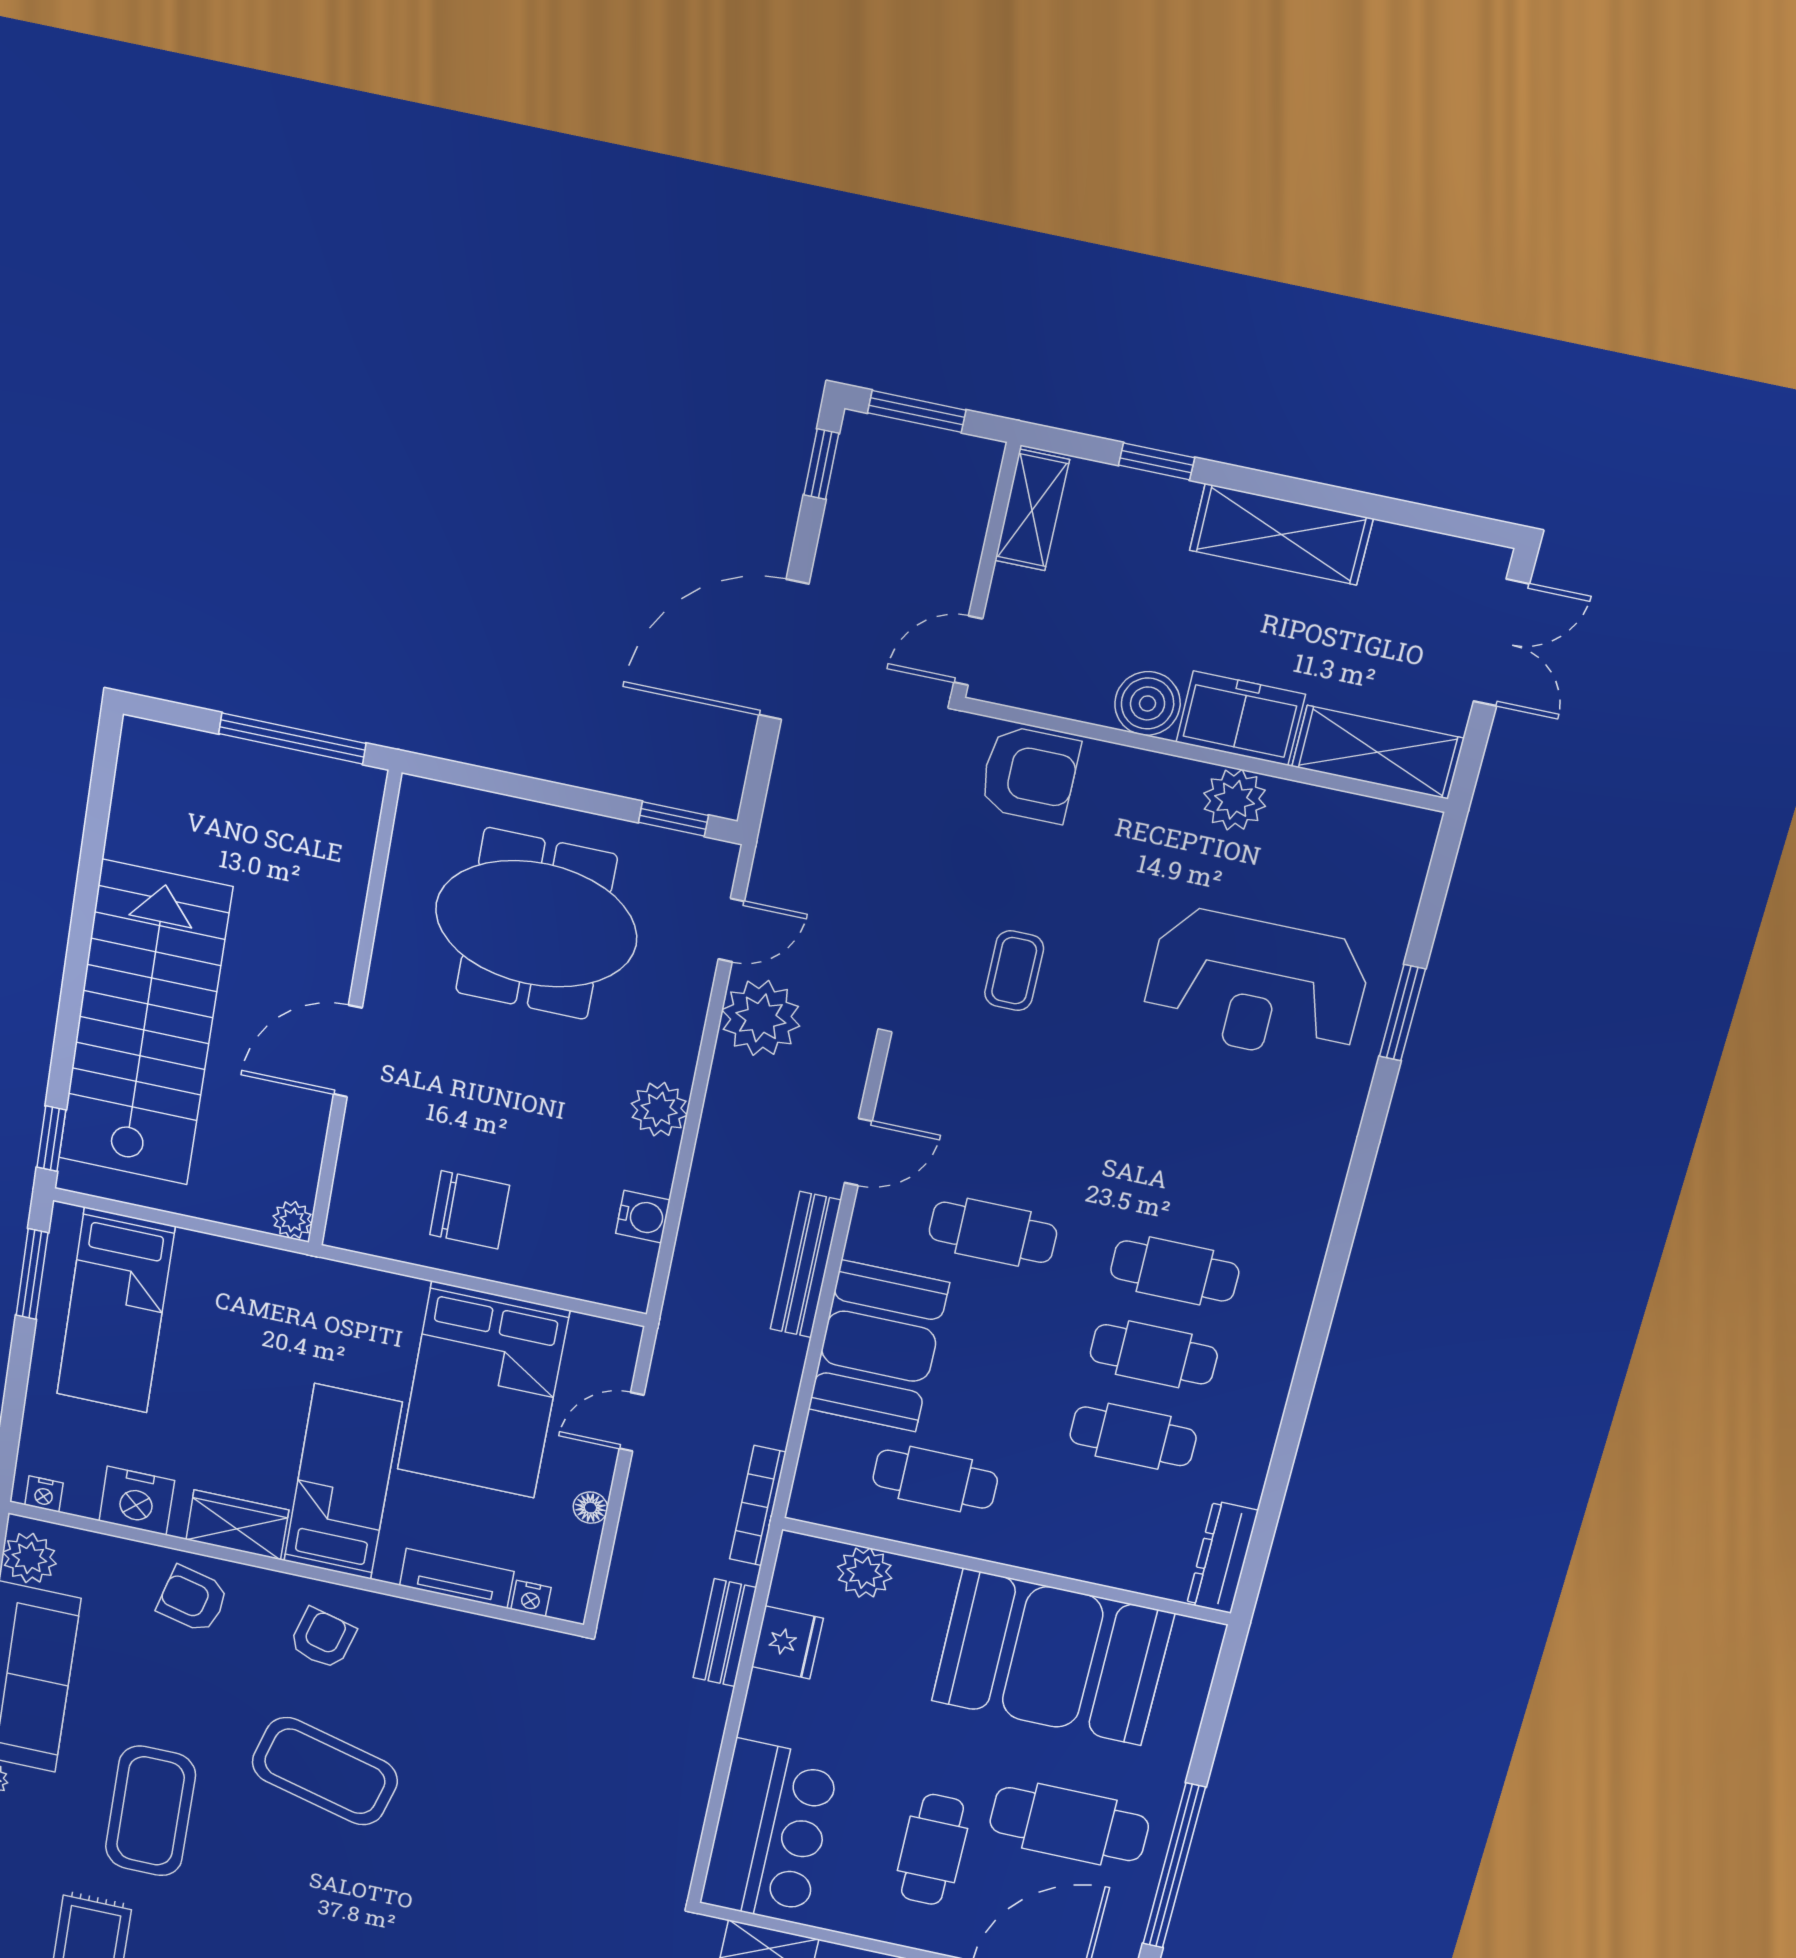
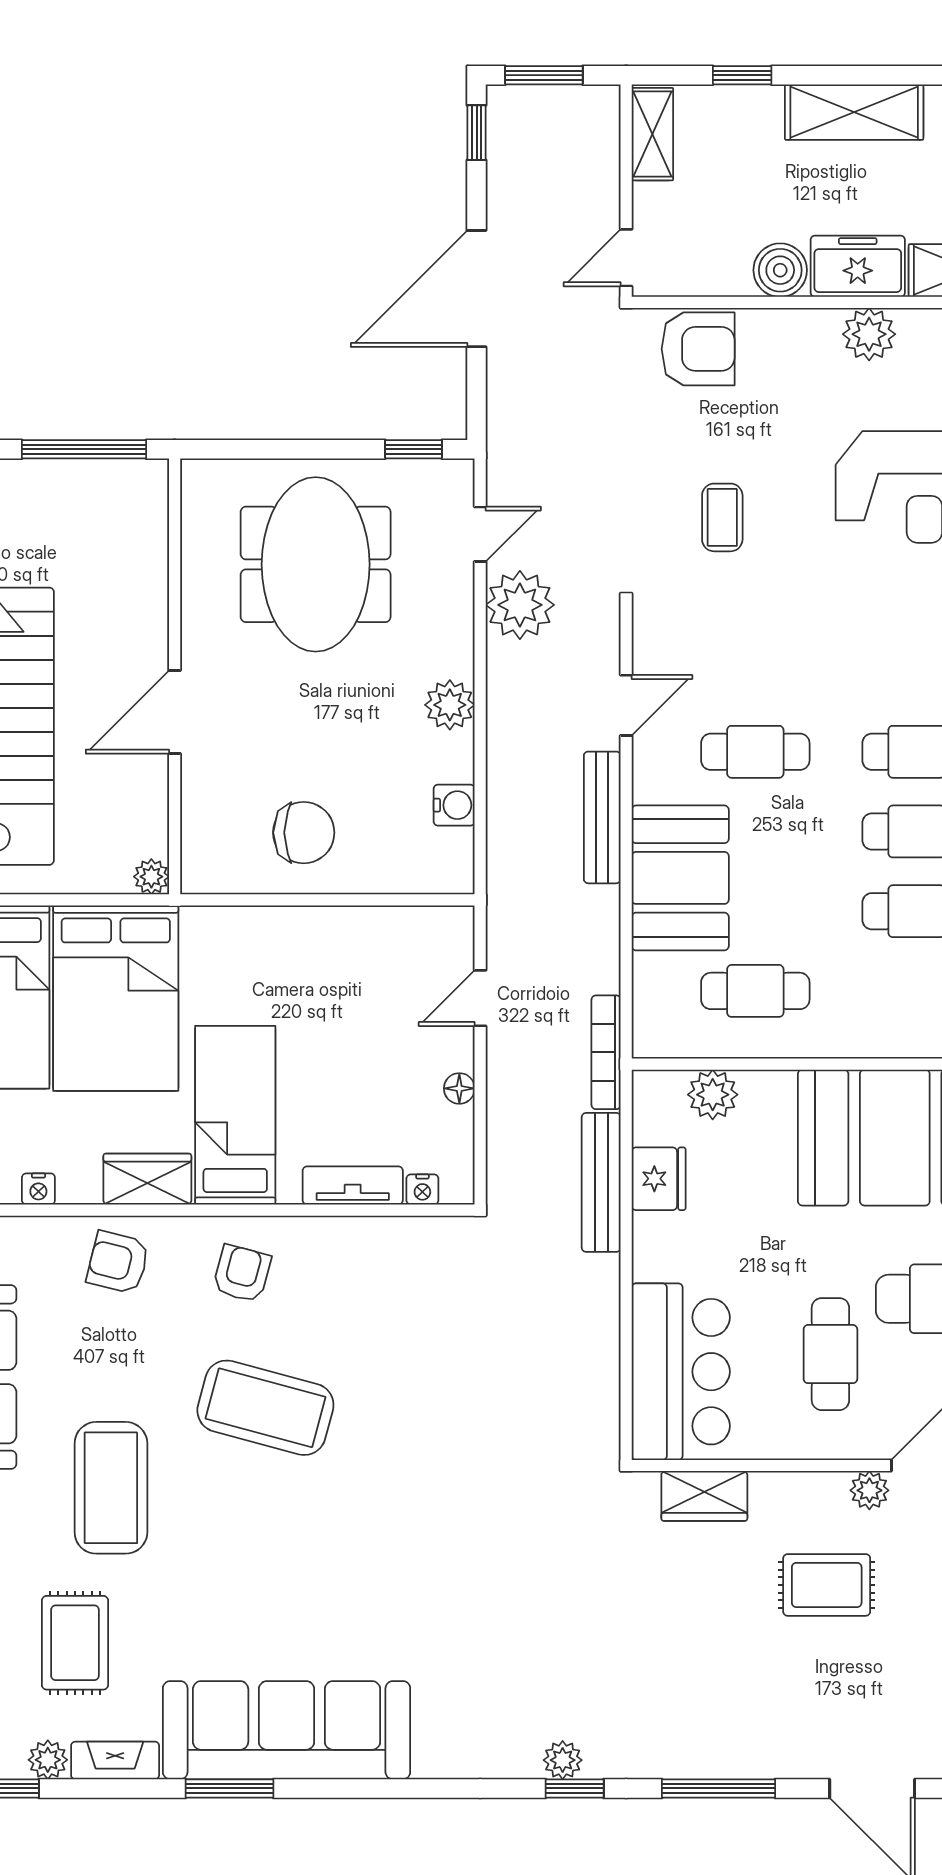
meeting table: (536, 924) -> (316, 564), turned 90
bed: (483, 1390) -> (116, 998), moved
nightstand: (137, 1501) -> (38, 1189), width x0.53, depth x0.56
bench: (725, 1633) -> (601, 1182), width x1.36

